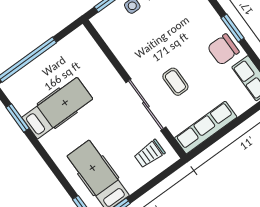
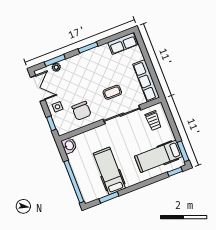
washbasin: (79, 38) -> (69, 145), added
chair: (223, 50) -> (81, 111), moved

